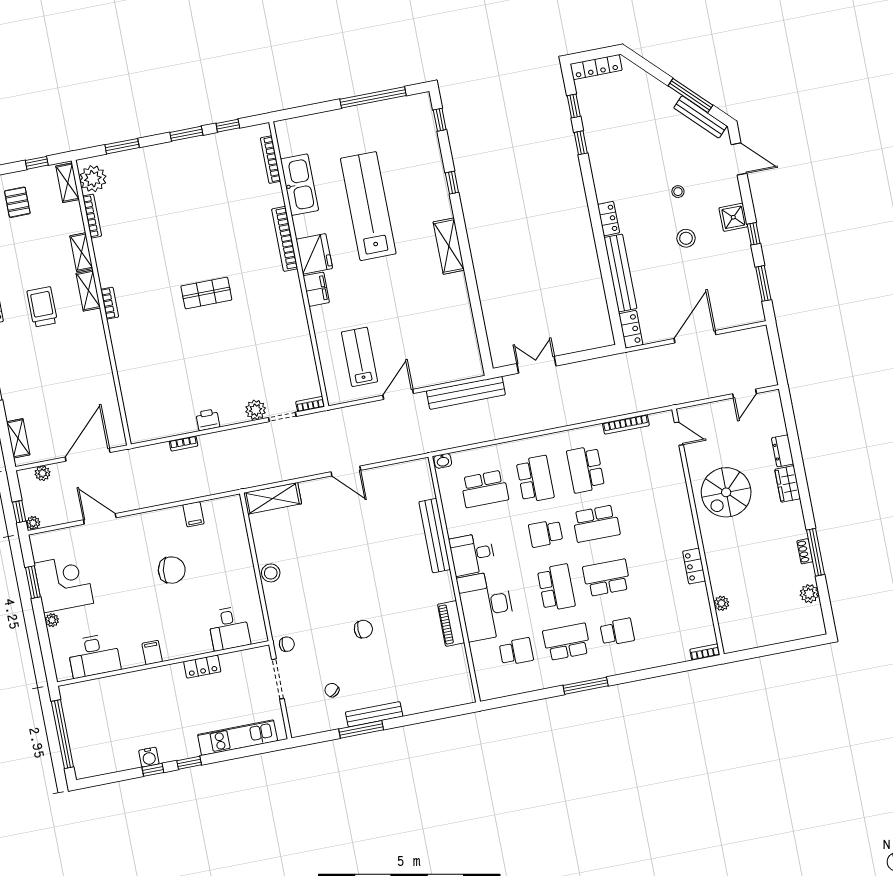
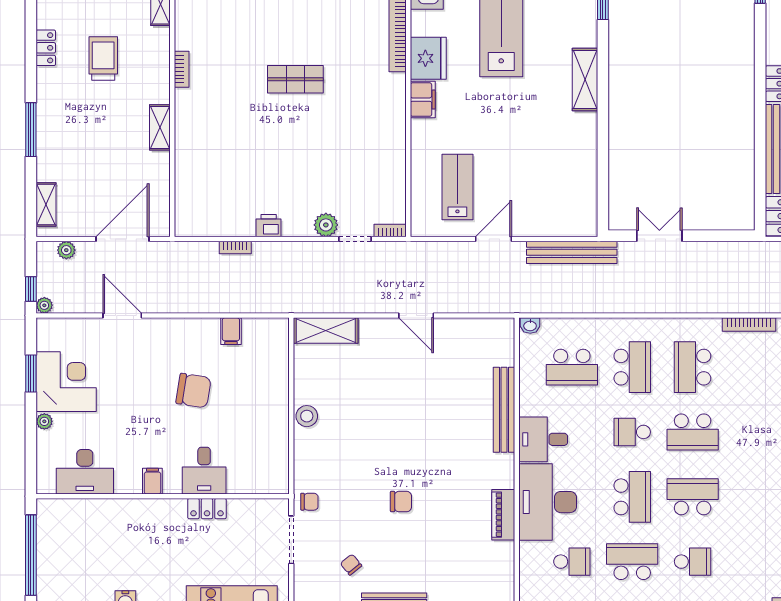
shelving: (88, 291) -> (160, 127), moved
desk: (229, 628) -> (204, 471), moved

